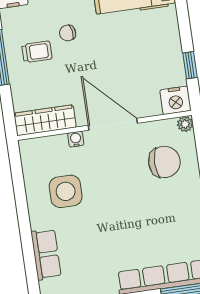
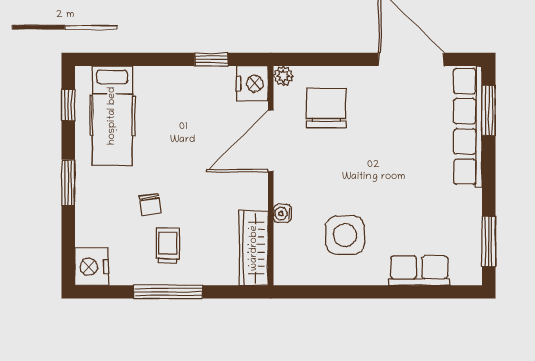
door: (113, 124) -> (271, 141), moved

